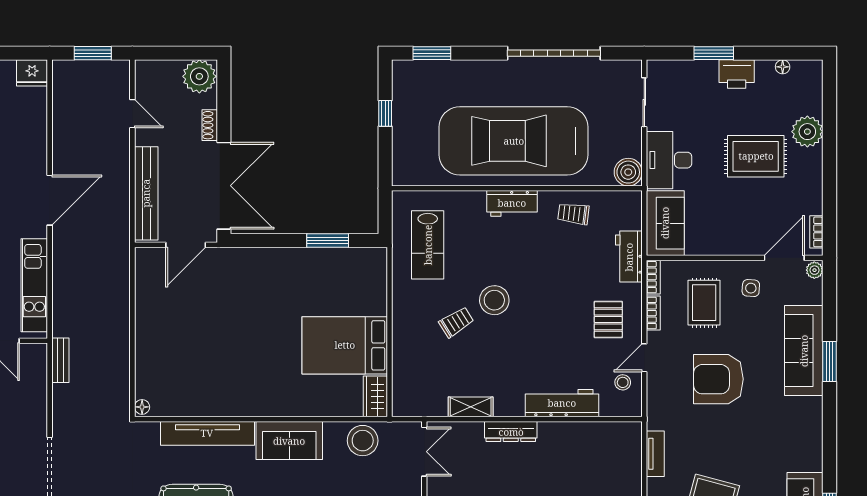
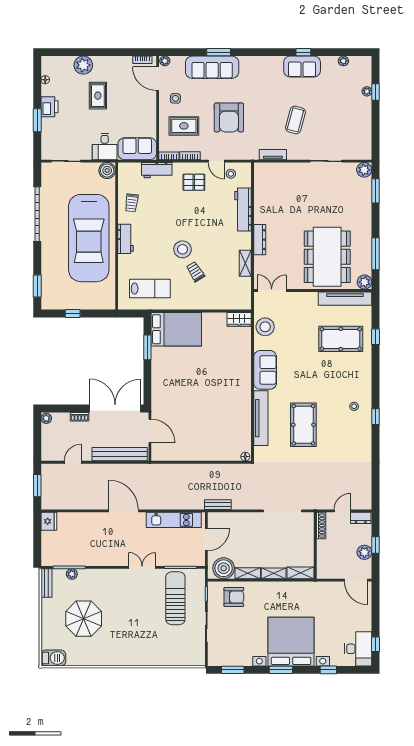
plant: (199, 76) -> (46, 418), width x0.53, depth x0.53
rug: (756, 156) -> (98, 96), width x0.73, depth x0.70
desk: (669, 160) -> (105, 146), width x0.73
bed: (345, 345) -> (176, 329), moved, turned -90

